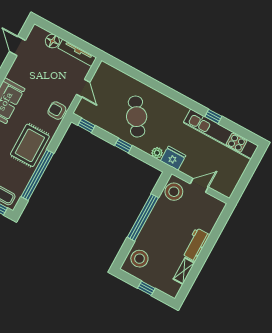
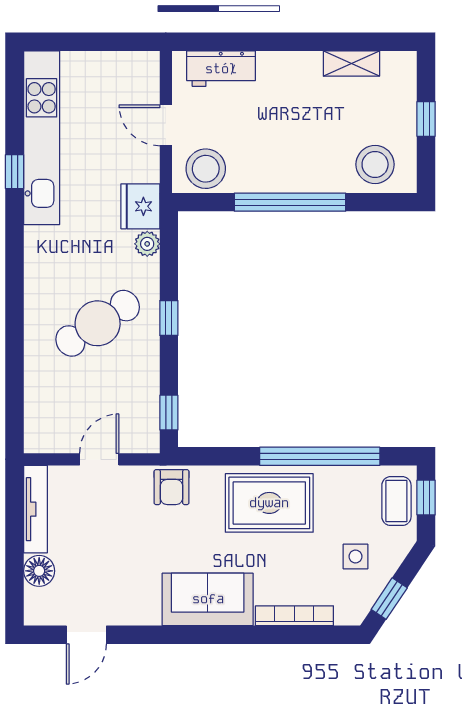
workbench: (196, 244) -> (221, 69), moved

